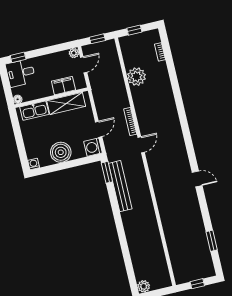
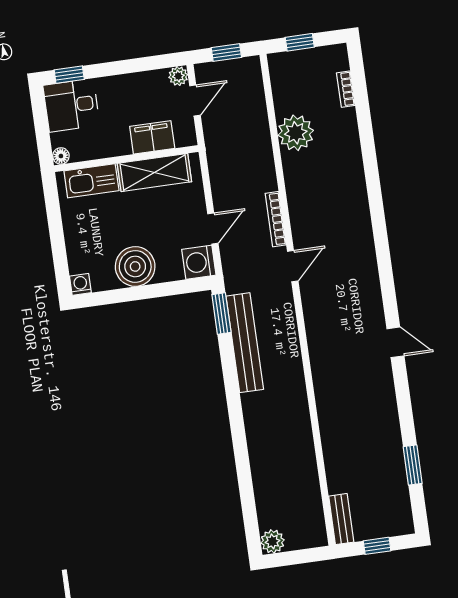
bench: (178, 272) -> (341, 519), added

